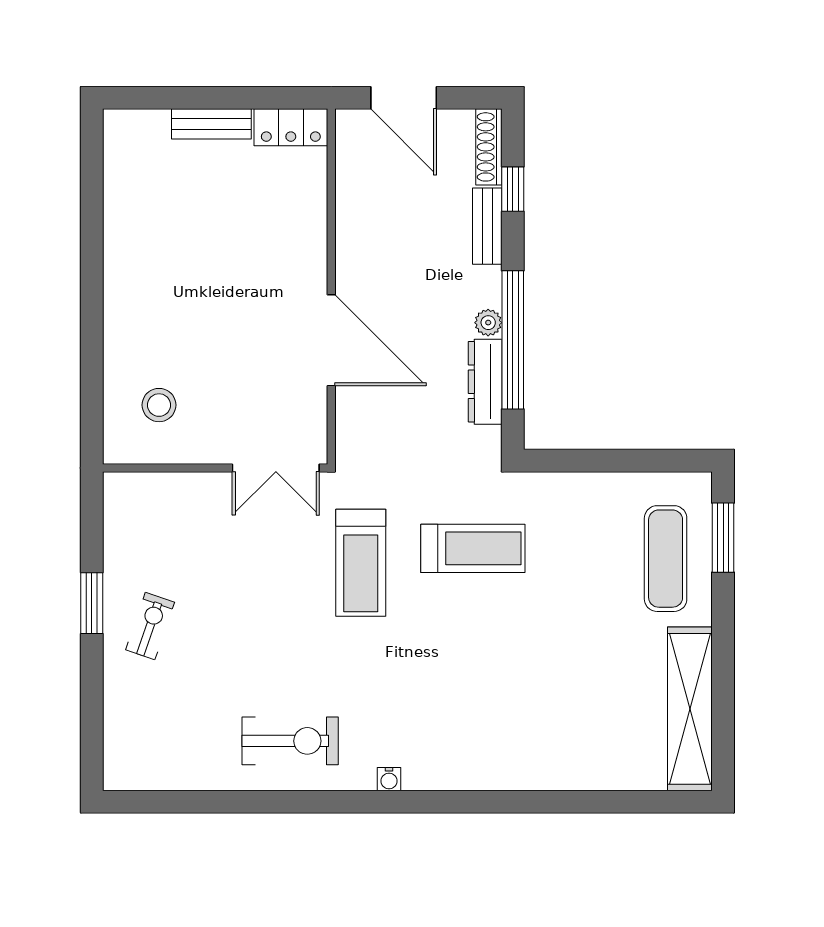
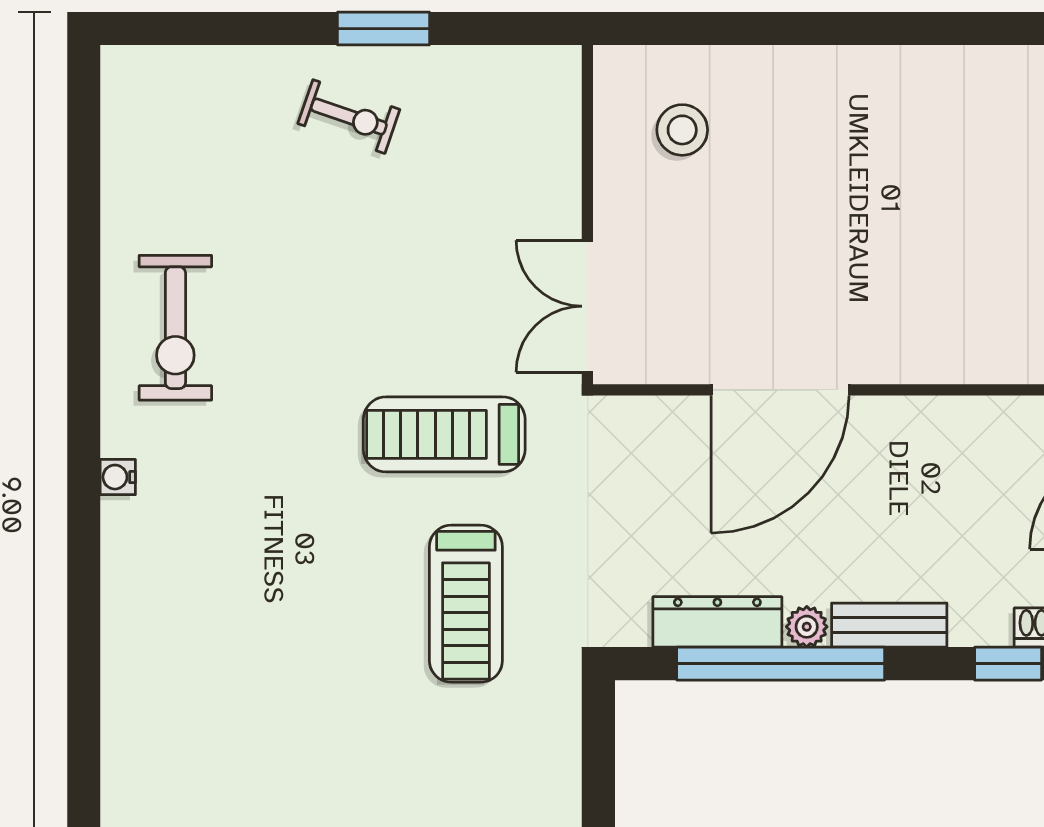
bench: (487, 226) -> (889, 625), moved

